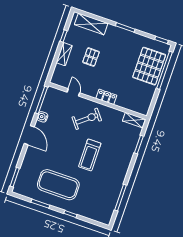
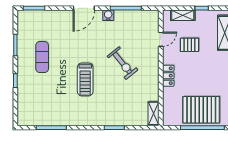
door: (73, 92) -> (161, 39), moved
locker: (106, 97) -> (168, 76), moved
wall: (98, 101) -> (161, 68), moved
shelving: (134, 120) -> (154, 113), moved
treadmill: (90, 155) -> (85, 79), turned -90
exercise mat: (58, 185) -> (42, 57), width x0.50, depth x0.69

